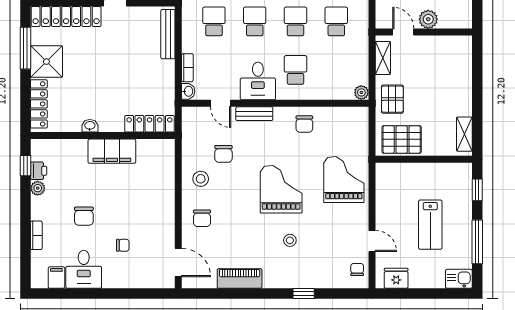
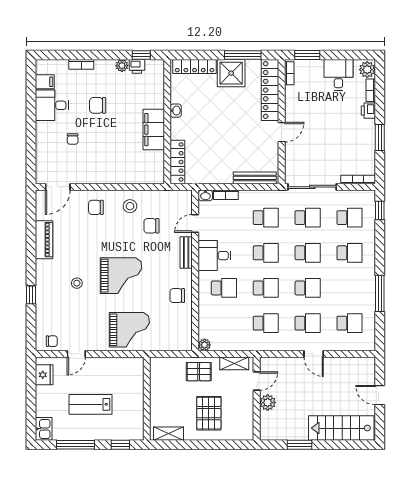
pallet: (402, 139) -> (209, 413), moved

